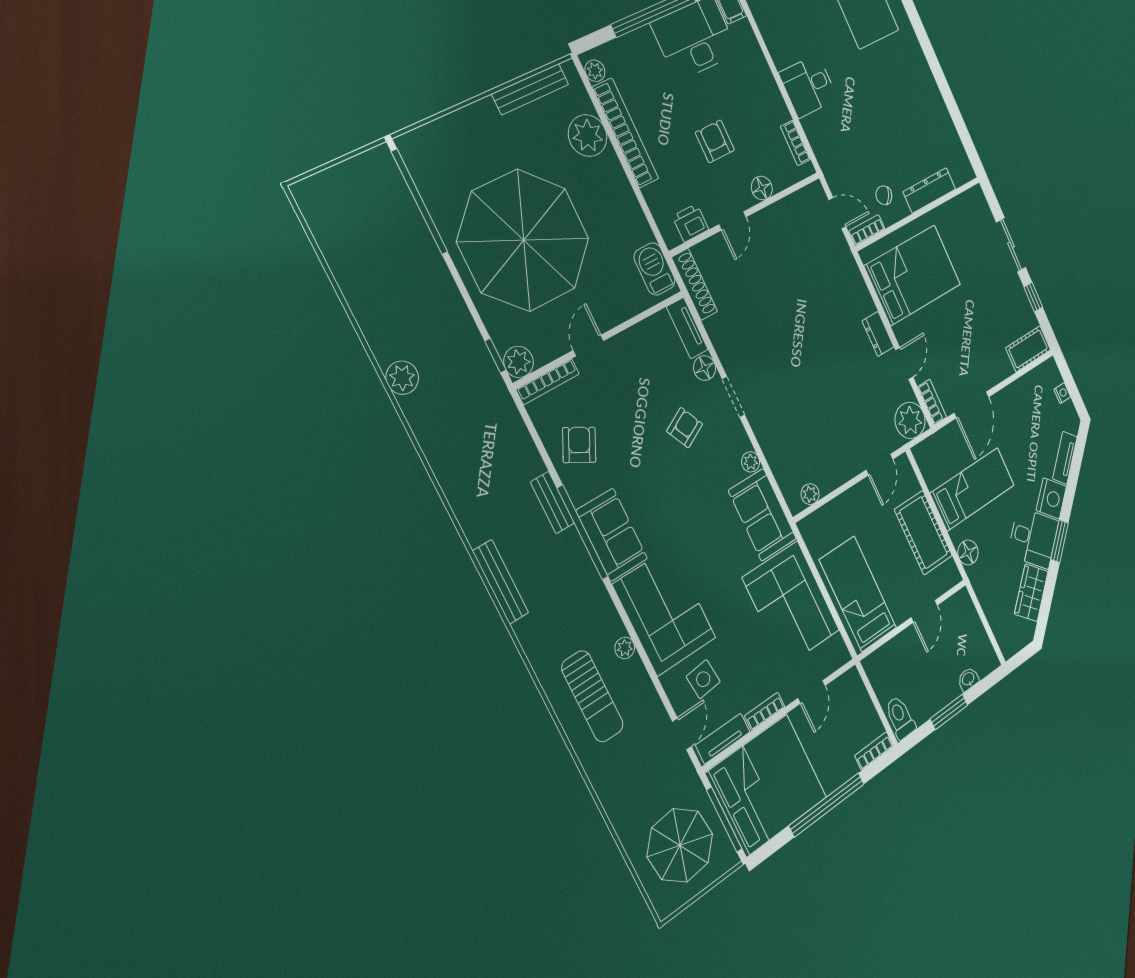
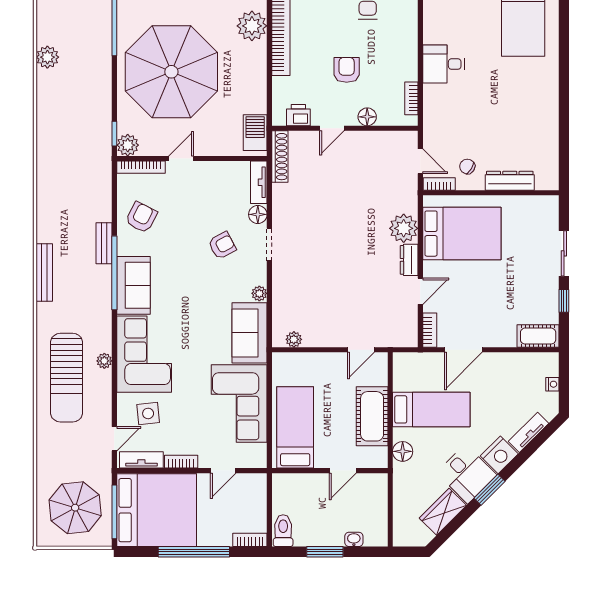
plant: (402, 378) -> (47, 57), moved
plant: (910, 420) -> (404, 228), moved
sun lounger: (592, 696) -> (67, 378), width x1.36, depth x1.34

